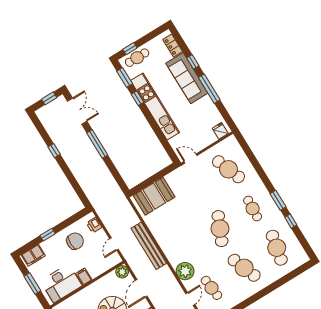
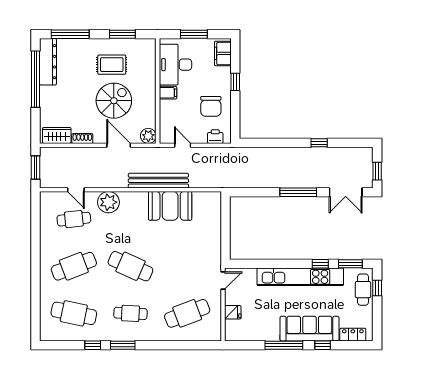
fridge: (220, 131) -> (233, 312), moved
booth: (154, 196) -> (170, 206), moved, turned 90

